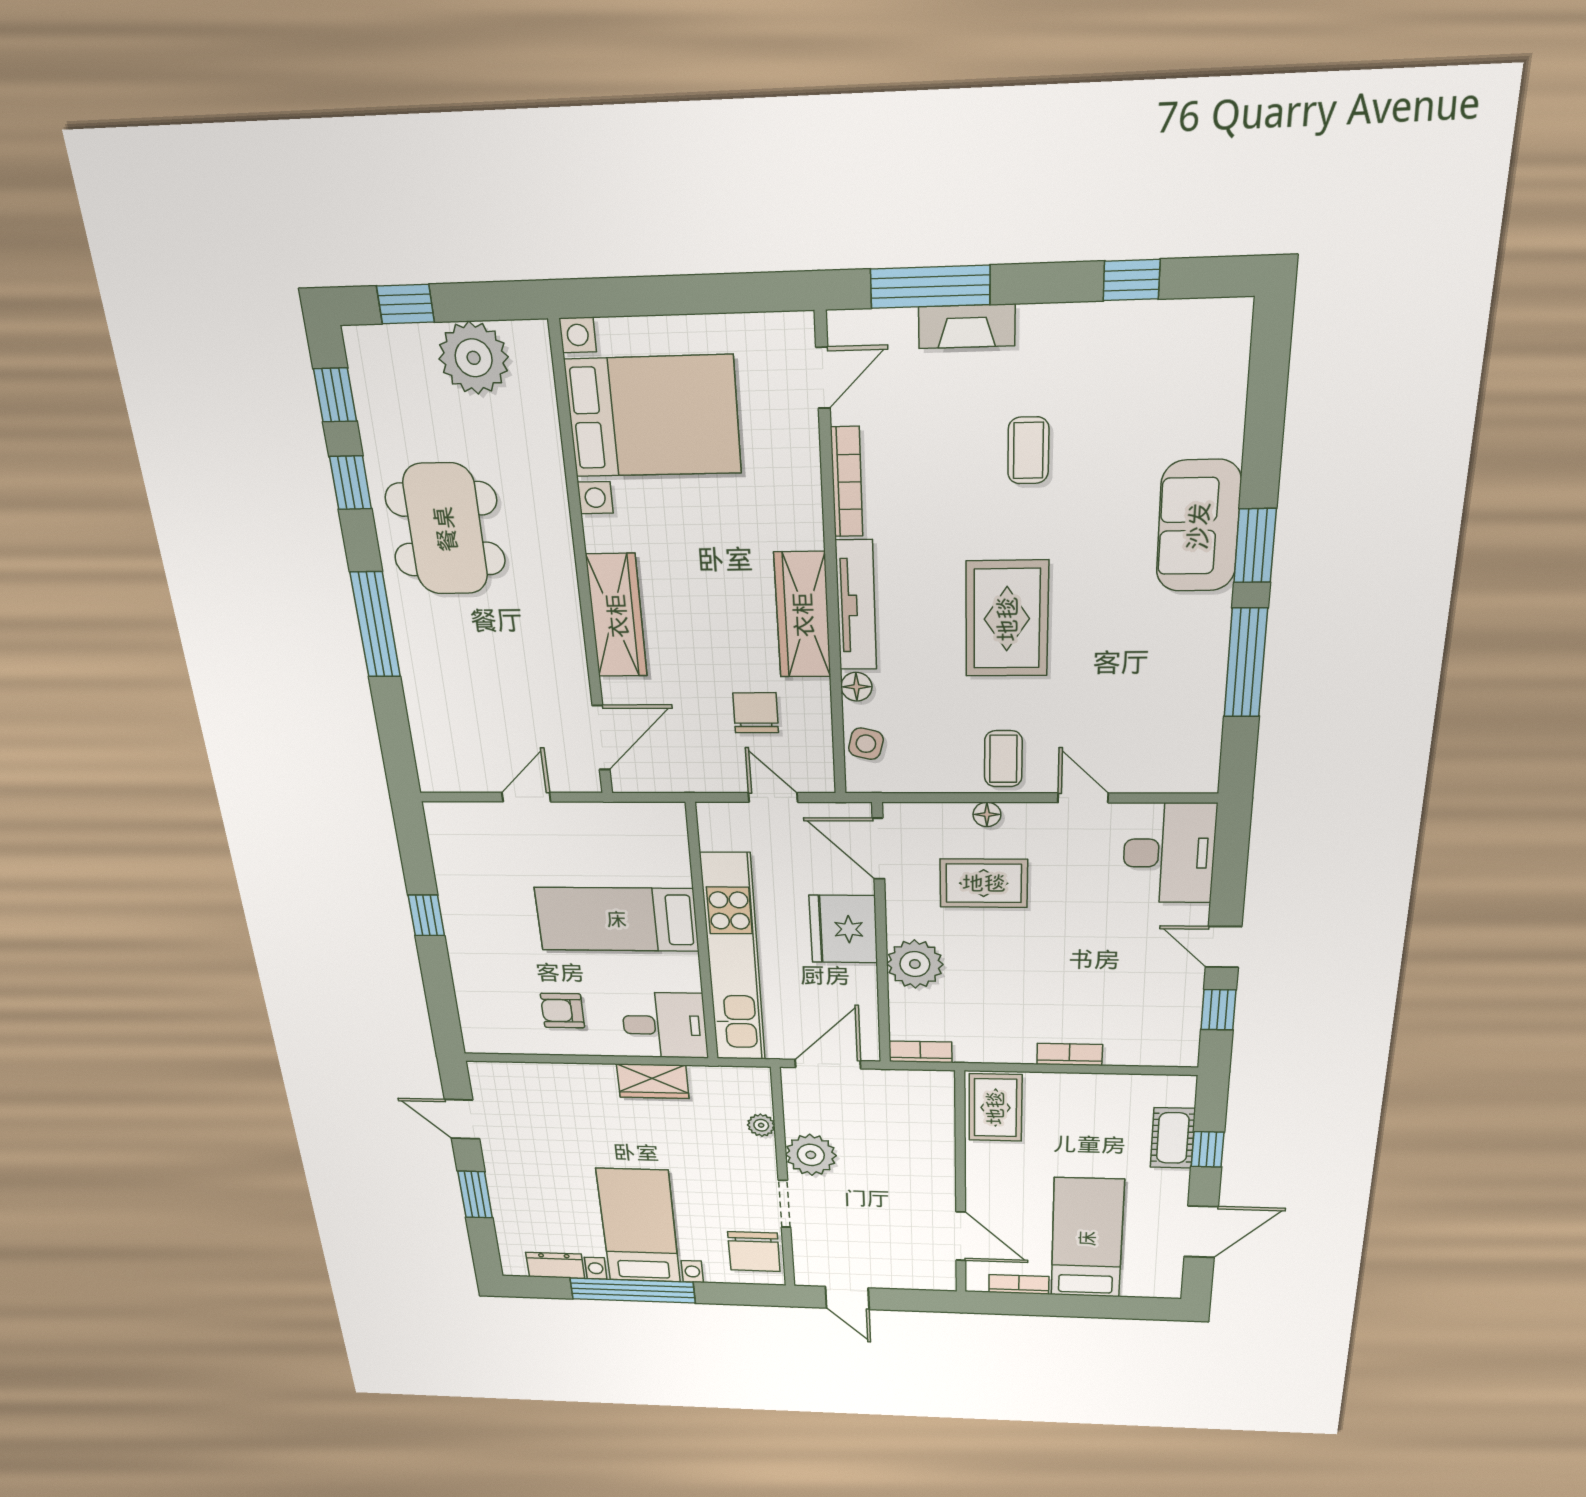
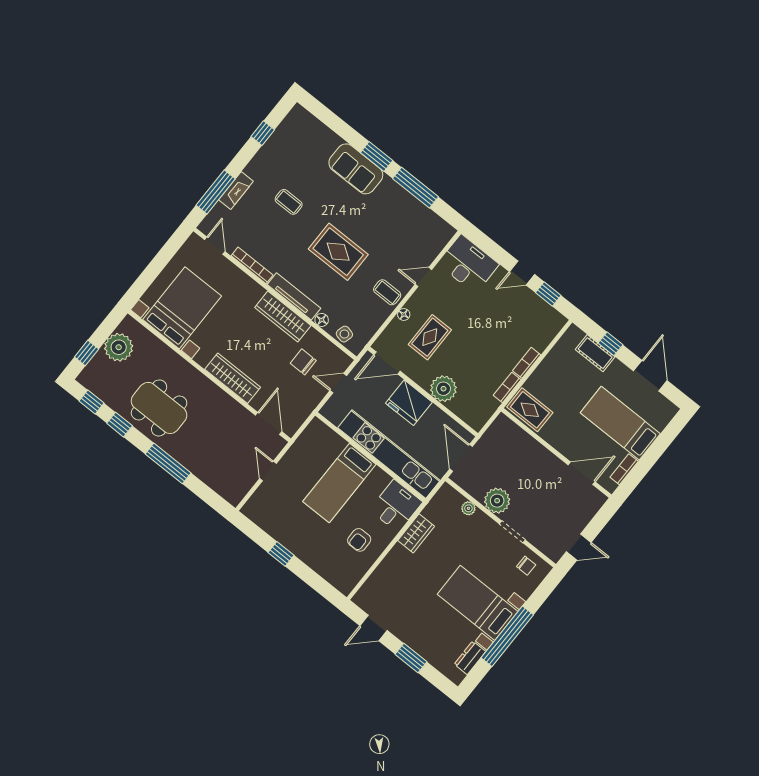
bookcase: (920, 1052) -> (507, 387), moved
chair: (754, 1252) -> (526, 566), width x0.54, depth x0.54

